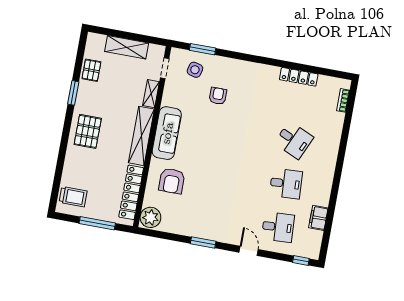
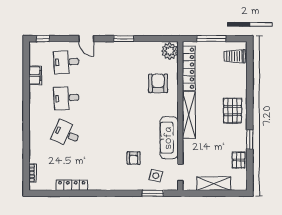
shelving: (151, 94) -> (187, 150), removed
sofa: (167, 133) -> (169, 138), moved

